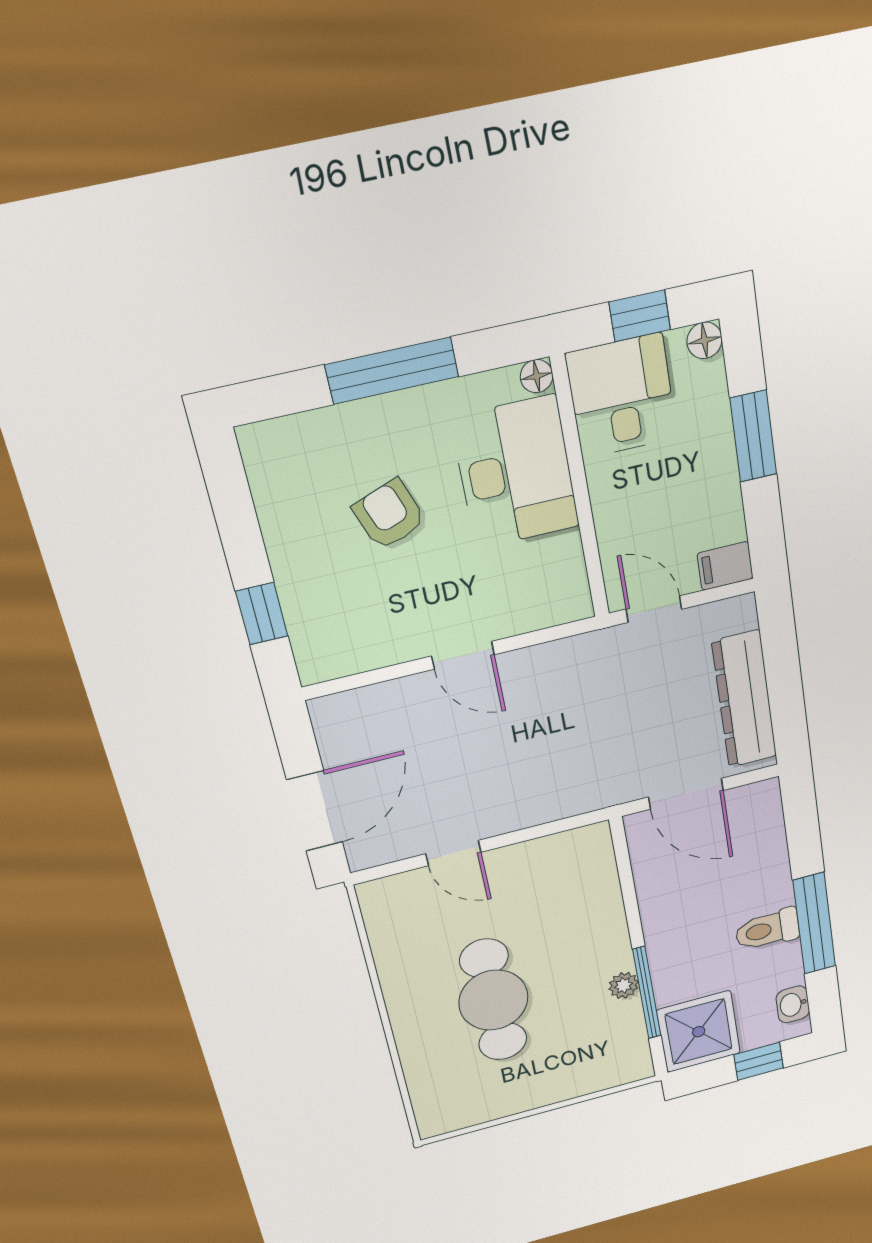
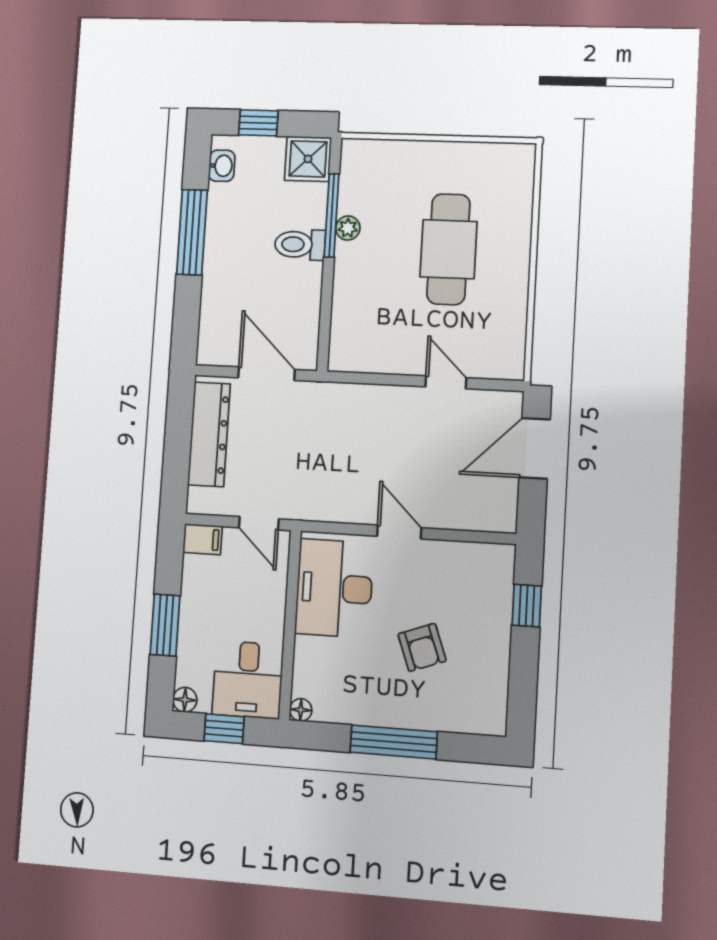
desk: (516, 472) -> (334, 588), moved
toilet: (767, 930) -> (300, 245), moved, turned 180
shower: (699, 1032) -> (308, 159), width x0.73, depth x0.73

